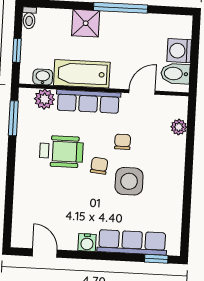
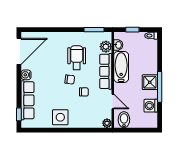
shower: (86, 23) -> (150, 82), moved
washing machine: (179, 51) -> (151, 106), moved, turned -90
plant: (179, 127) -> (107, 123), moved
wheelchair: (61, 151) -> (77, 58), turned 180
side table: (129, 181) -> (60, 117), moved
door: (45, 253) -> (19, 51), width x1.87

